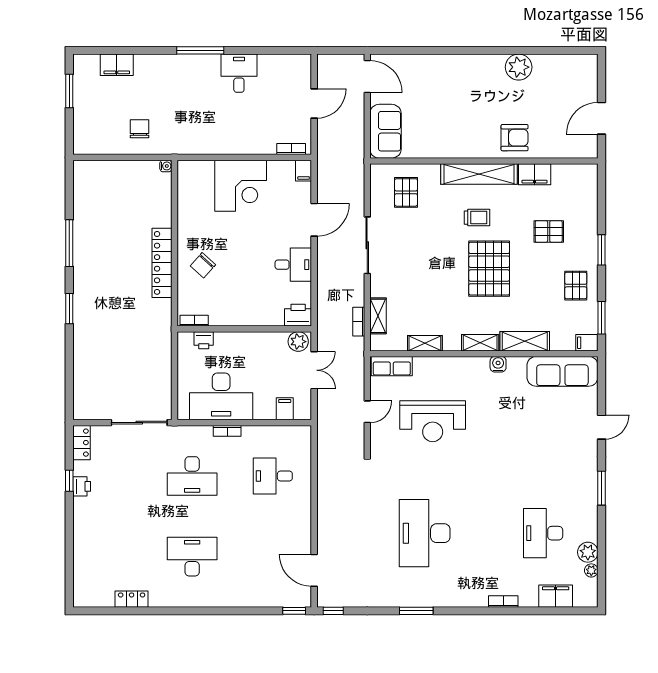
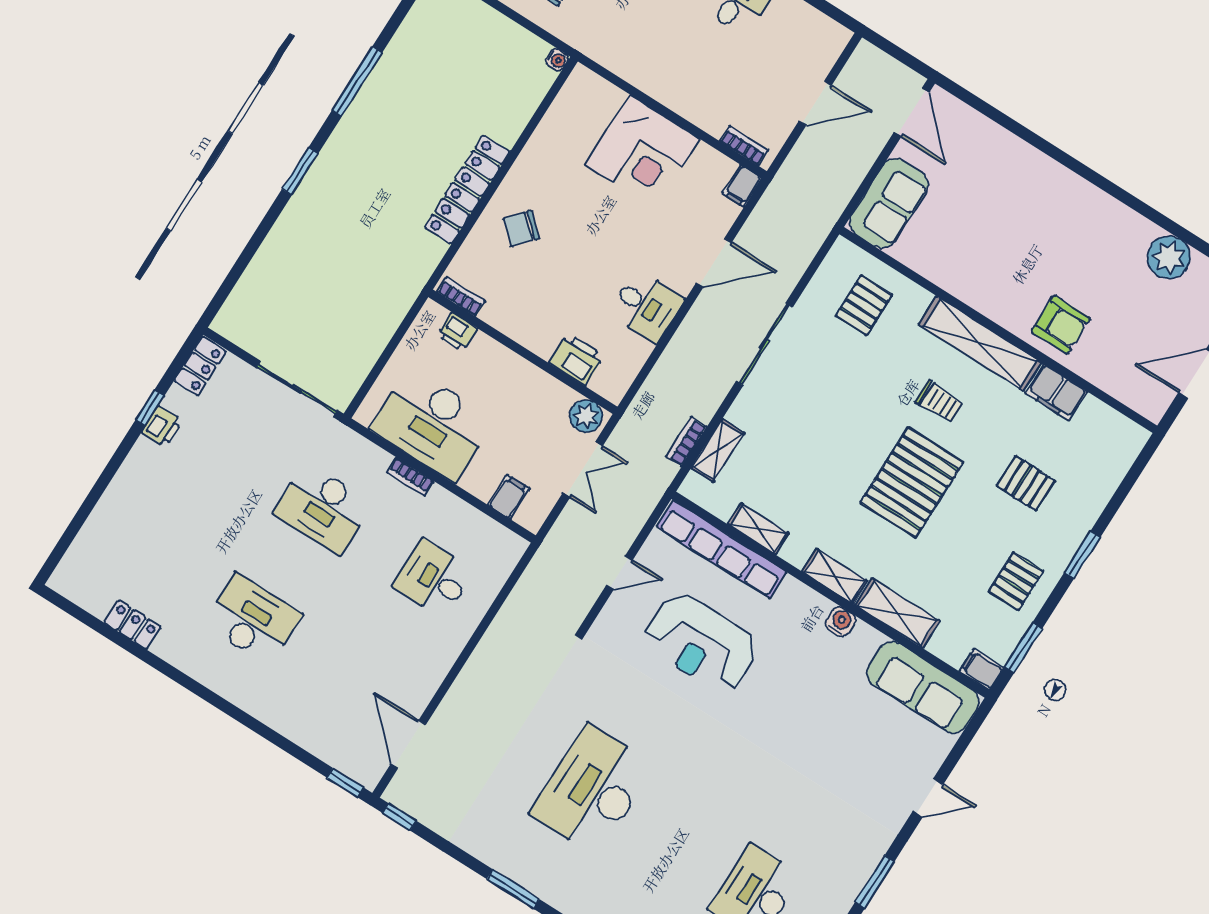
plant: (519, 67) -> (1169, 257), moved
printer: (298, 315) -> (576, 359), moved
row of seats: (392, 366) -> (722, 550), width x2.02

